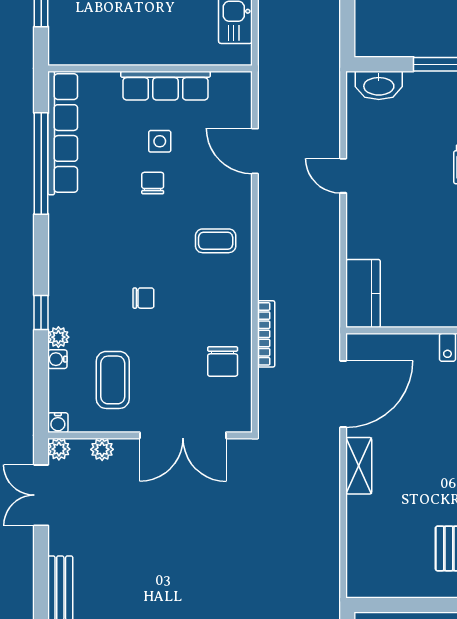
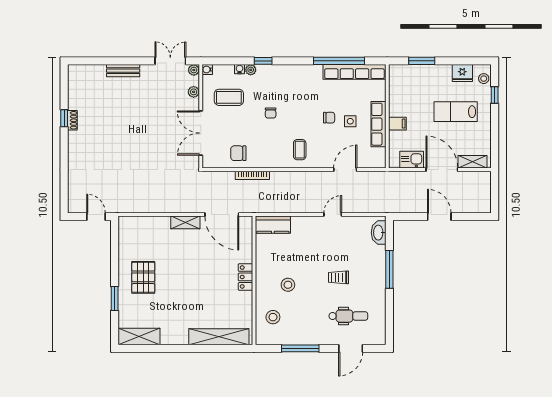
filing cabinet: (164, 48) -> (397, 124), added

